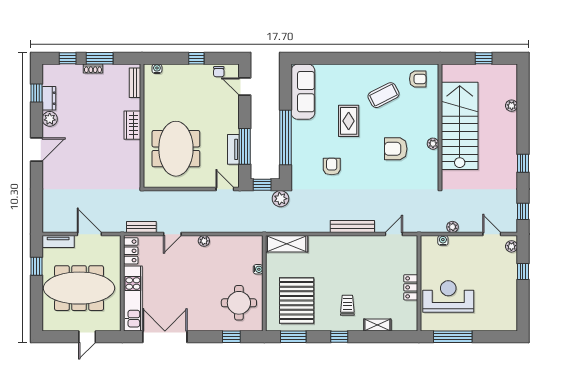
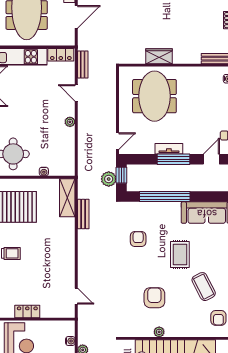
rug: (349, 121) -> (180, 255), turned 90
wardrobe: (132, 125) -> (159, 56), moved
window: (245, 146) -> (174, 159), moved
meeting table: (176, 149) -> (154, 96), turned 90
tv unit: (233, 149) -> (169, 149), moved
armchair: (332, 167) -> (138, 239), turned -90
plant: (280, 199) -> (109, 179), moved
bench: (352, 226) -> (83, 214), moved, width x0.73

